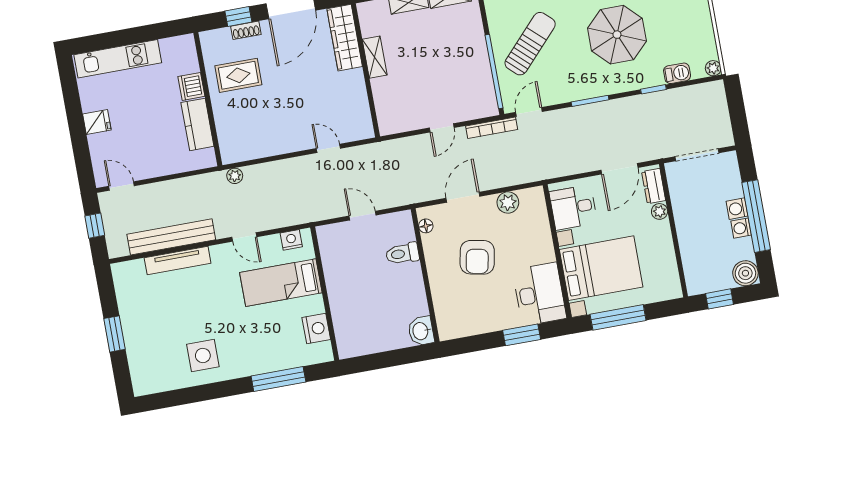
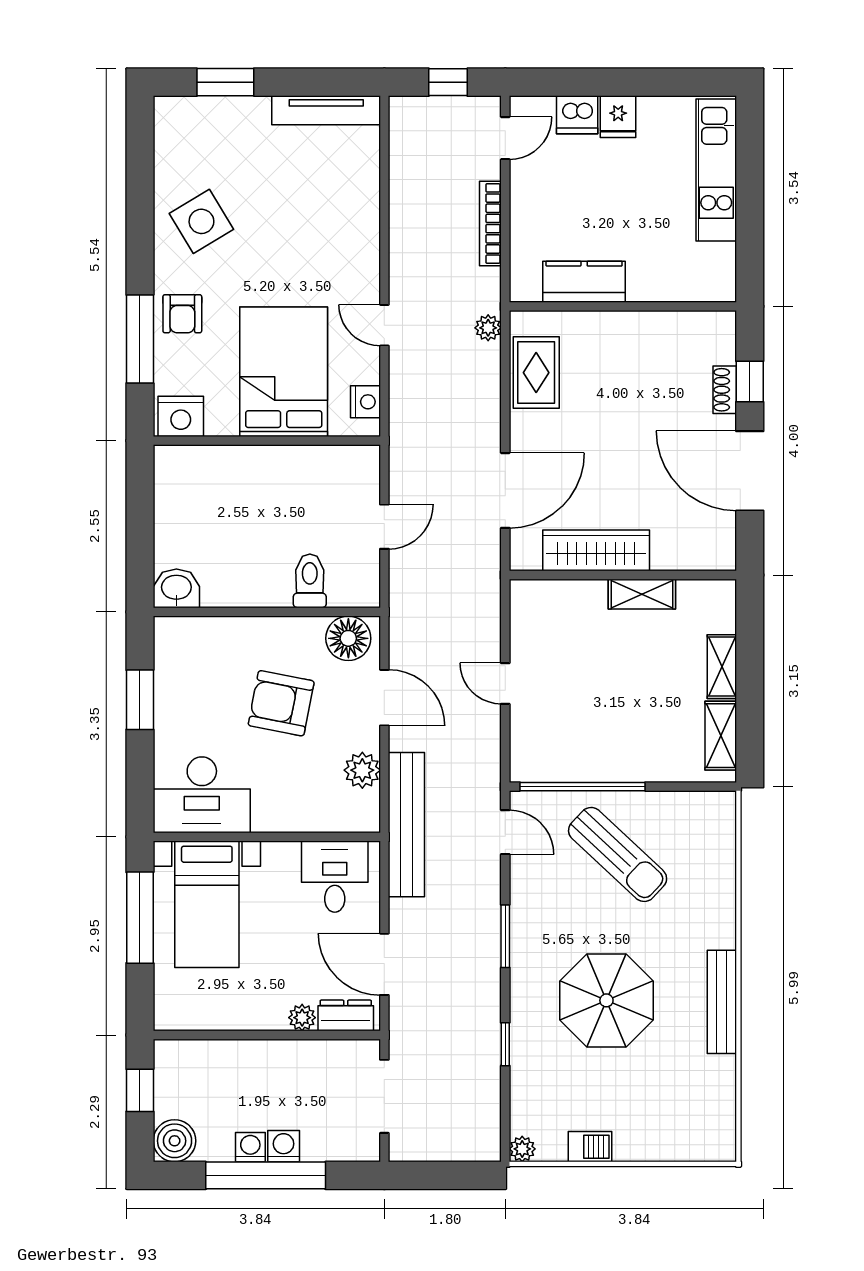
wardrobe: (345, 38) -> (596, 550), moved
barbecue: (677, 73) -> (590, 1147), moved, turned -90
rug: (238, 75) -> (536, 373), moved
dishwasher: (191, 86) -> (577, 115), moved, turned 180
bookcase: (492, 128) -> (490, 224), moved
door: (328, 148) -> (505, 490), width x1.88
floor lamp: (426, 226) -> (348, 638), width x1.89, depth x1.89
bench: (171, 237) -> (406, 825), moved
door: (244, 237) -> (384, 325), hinge flipped
tv unit: (178, 260) -> (326, 110), moved, turned -90
bed with nightstands: (601, 268) -> (207, 904), width x0.73
bed: (281, 283) -> (284, 372), width x1.50
nightstand: (316, 329) -> (181, 416), moved
window: (114, 334) -> (225, 82), moved
window: (522, 335) -> (140, 700), moved
side table: (203, 355) -> (201, 221), turned -31
armchair: (259, 357) -> (182, 314), added

